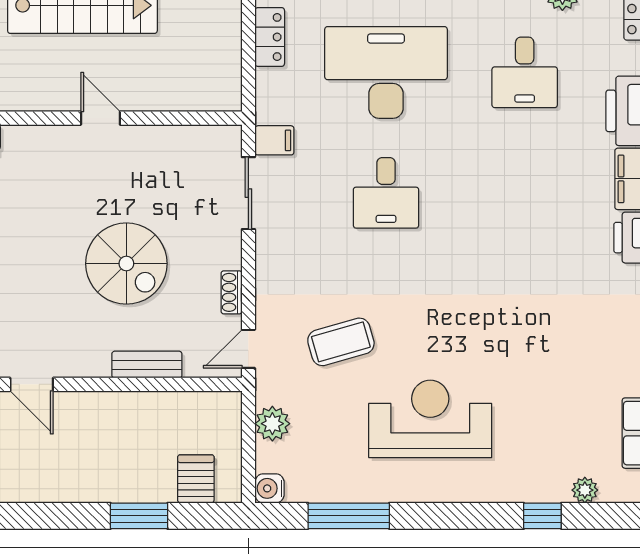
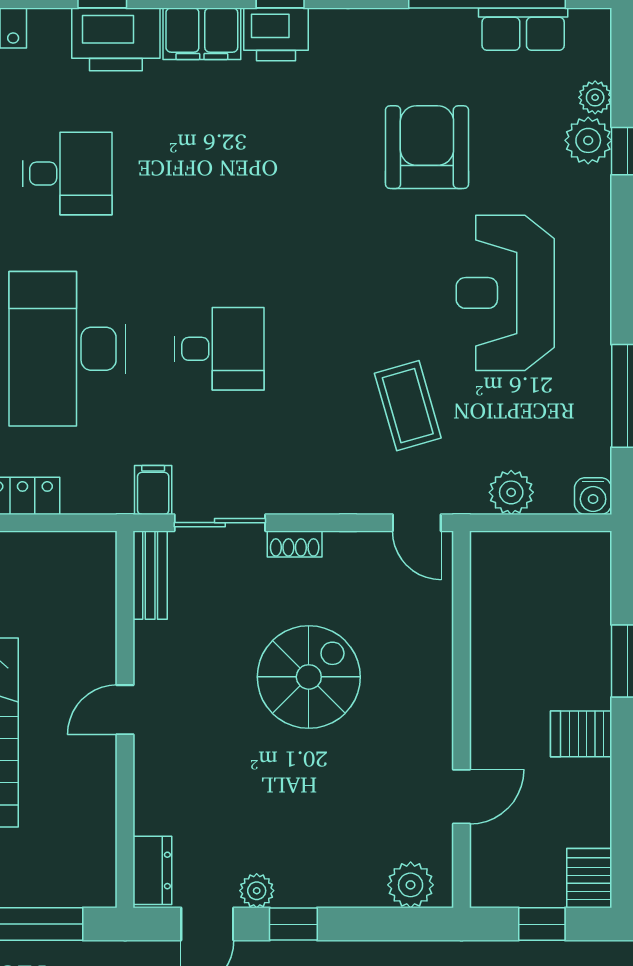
shoe rack: (232, 292) -> (295, 544), moved
armchair: (546, 357) -> (427, 147), added
bench: (147, 365) -> (150, 575), moved
server rack: (196, 479) -> (581, 734), moved
plant: (551, 485) -> (588, 140), added

